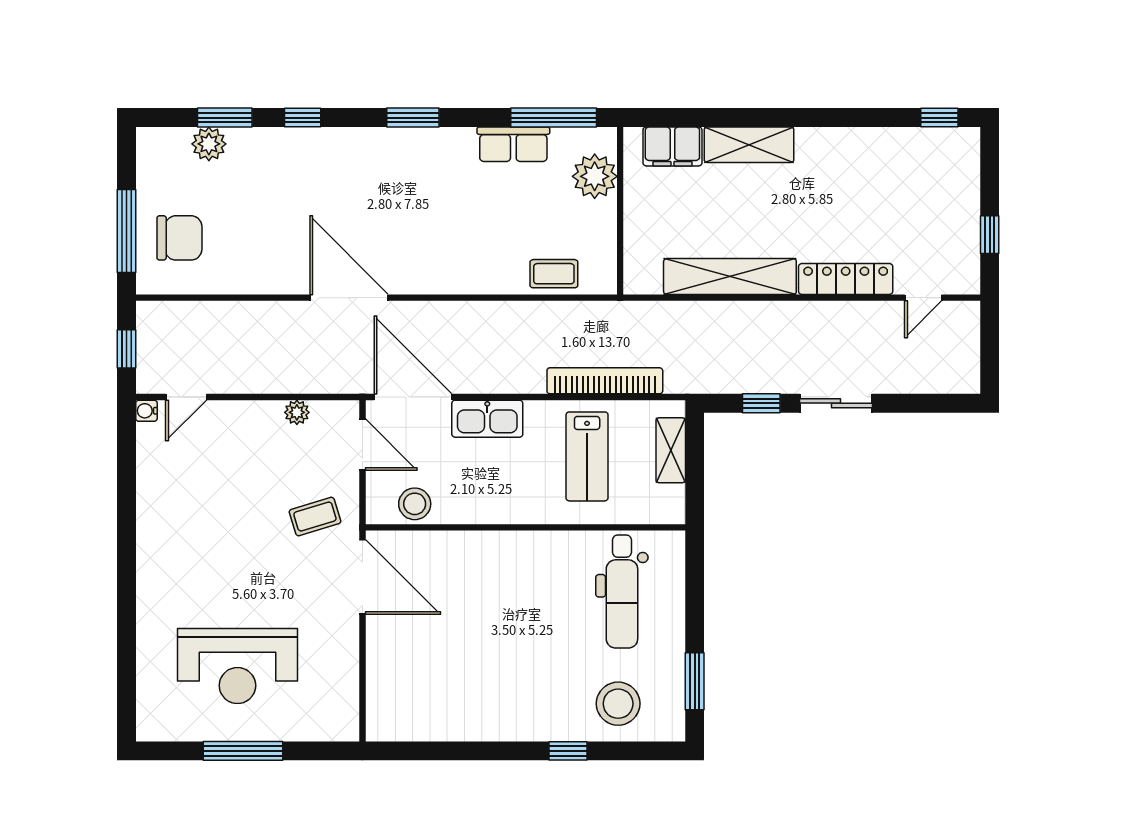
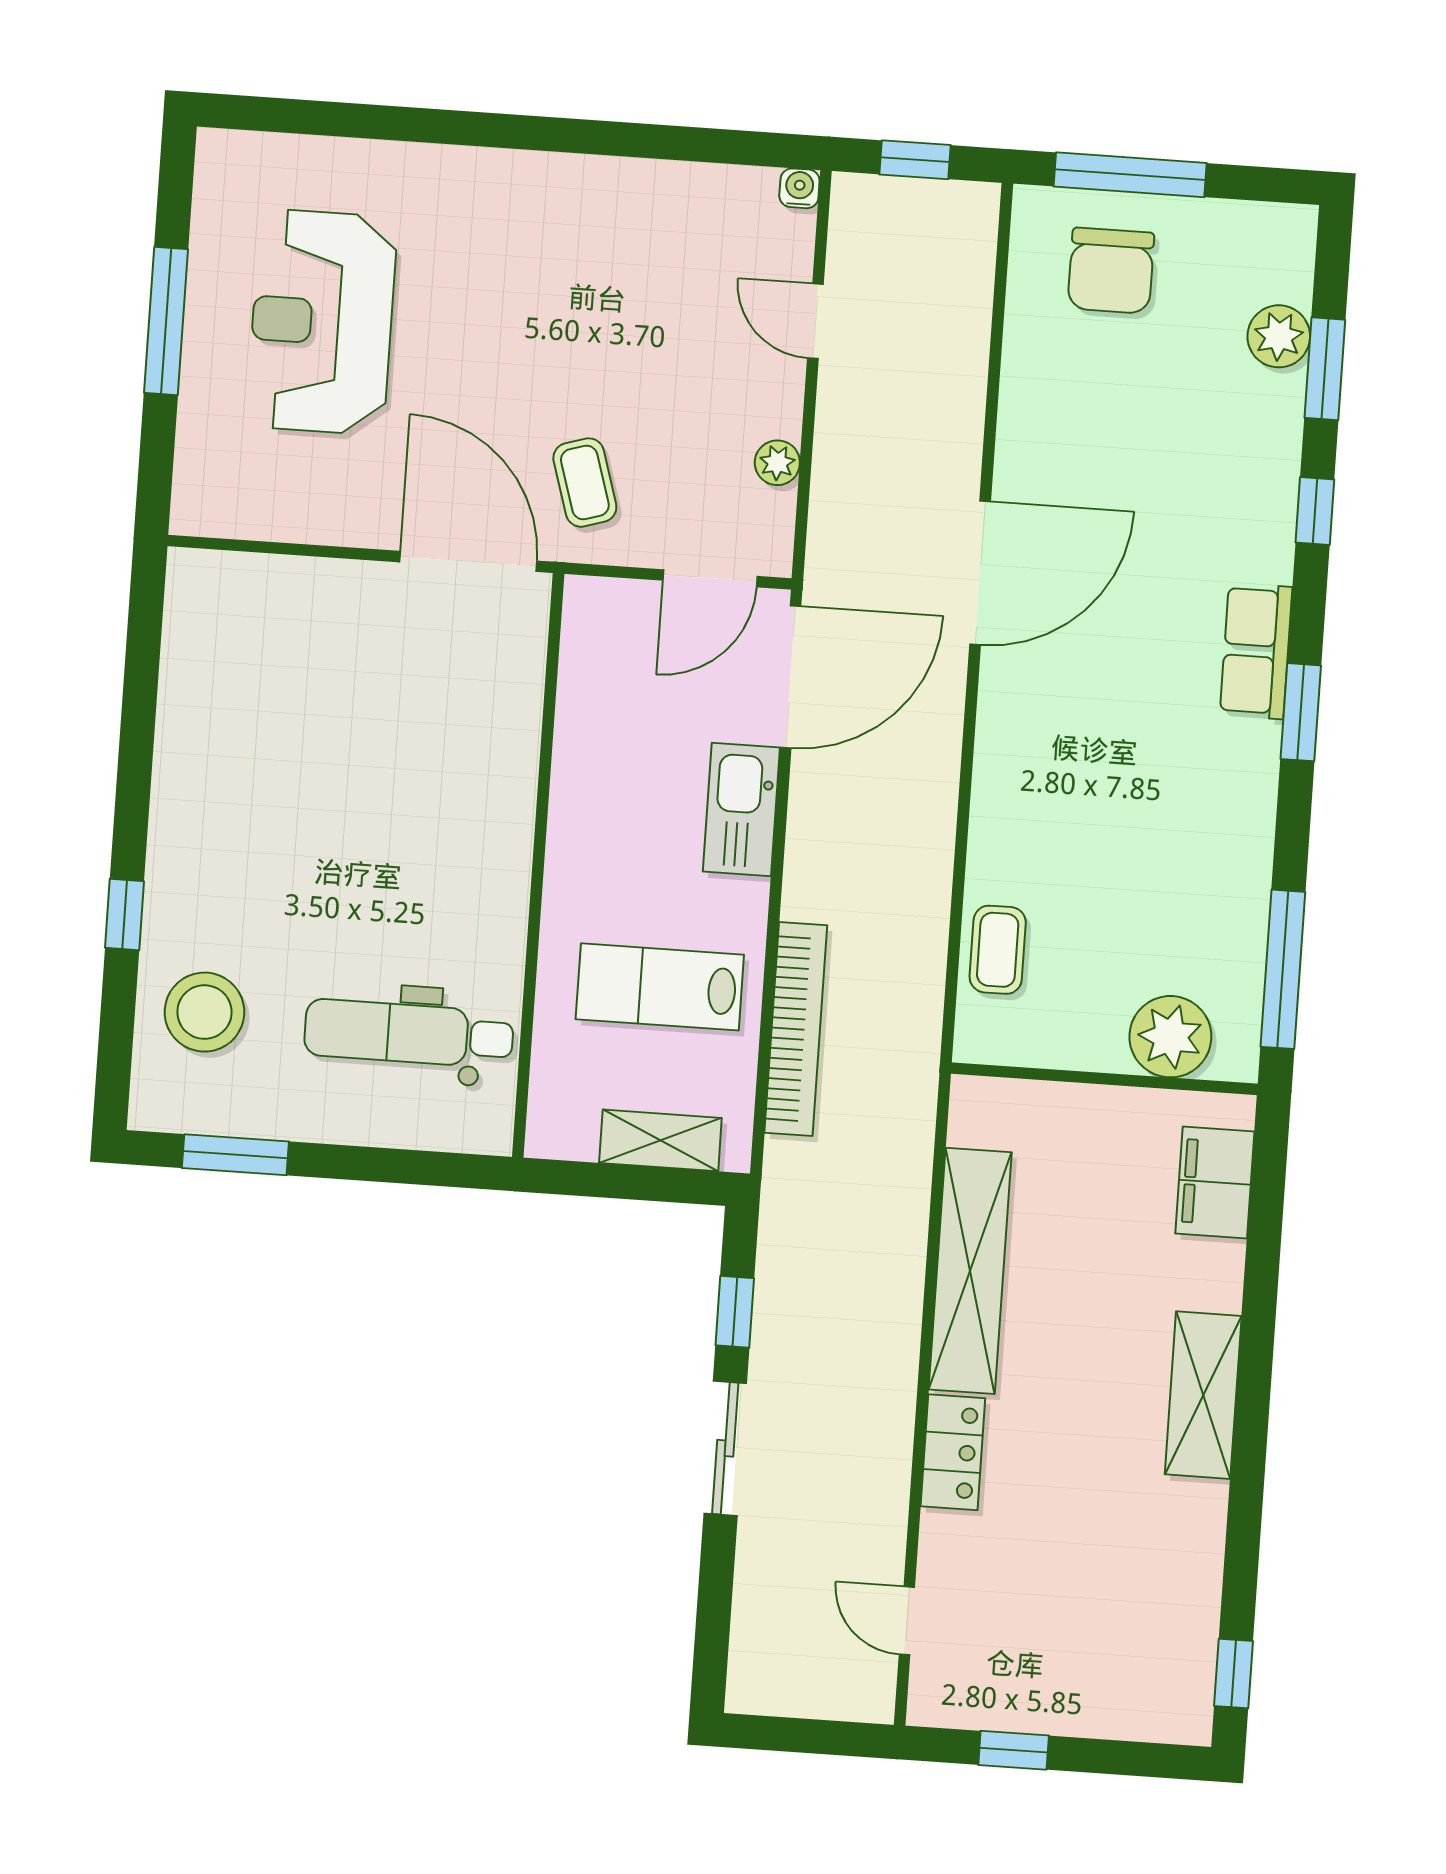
row of seats: (513, 144) -> (1256, 651), moved
shelving: (749, 145) -> (1203, 1395), moved
locker: (846, 279) -> (953, 1452), width x0.66
door: (186, 397) -> (815, 321), moved
stool: (415, 504) -> (595, 666), removed
door: (362, 577) -> (468, 561), swing flipped

